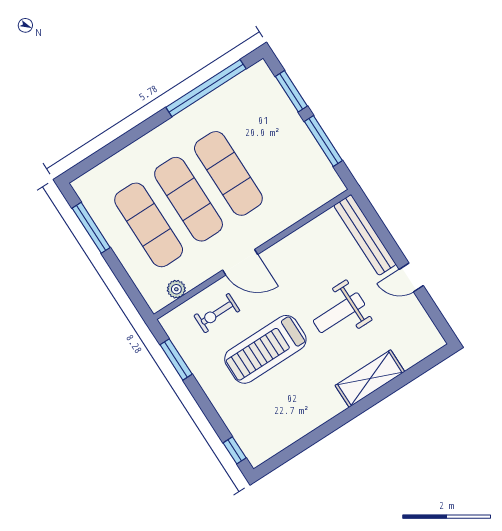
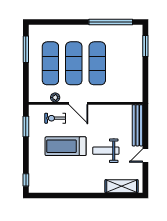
window: (323, 141) -> (145, 75), removed
door: (411, 277) -> (145, 155), hinge flipped
plant: (176, 289) -> (55, 97), moved
shelving: (370, 379) -> (122, 186), moved

